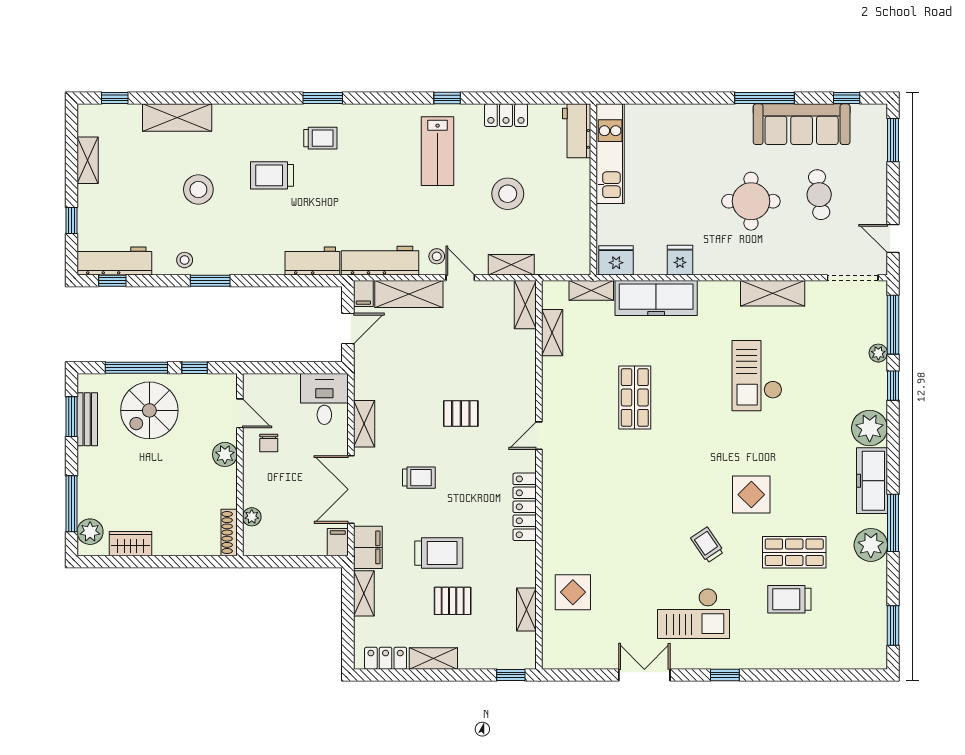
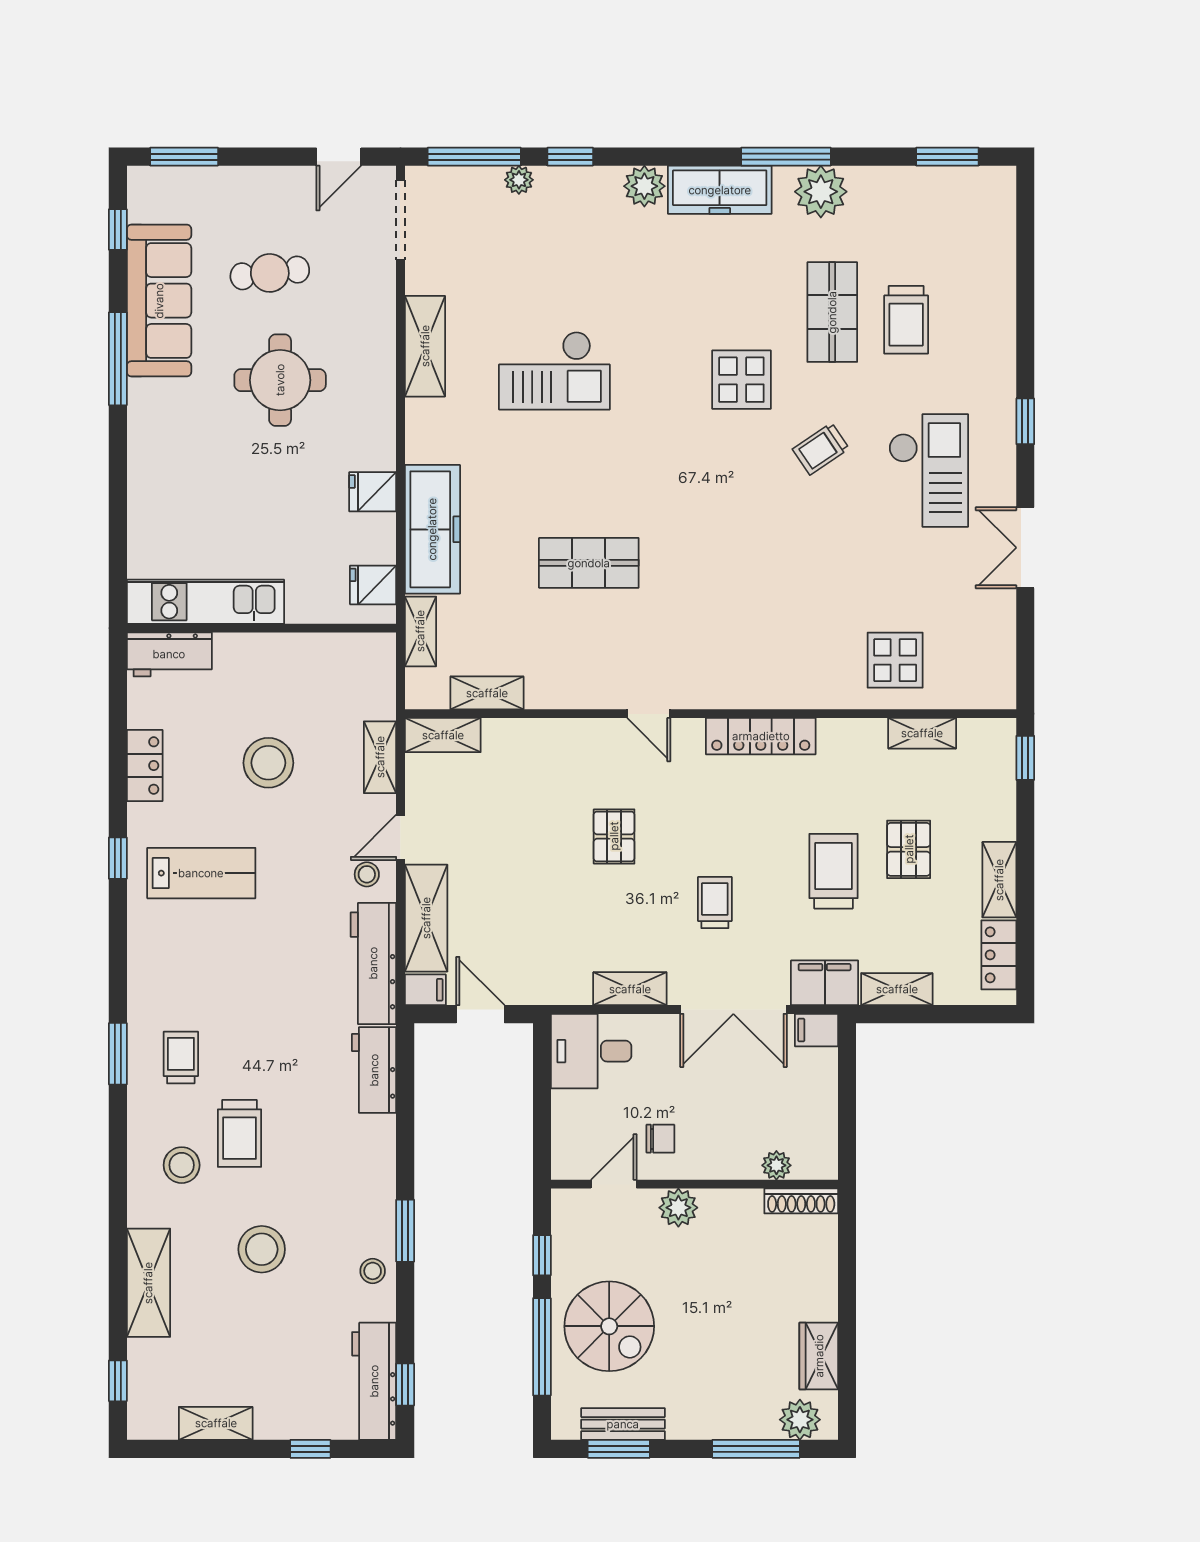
stool: (252, 139) -> (182, 1165), added
fridge: (616, 260) -> (373, 585), width x0.72
plant: (870, 428) -> (644, 186), width x0.73, depth x0.73

